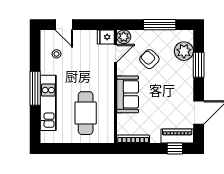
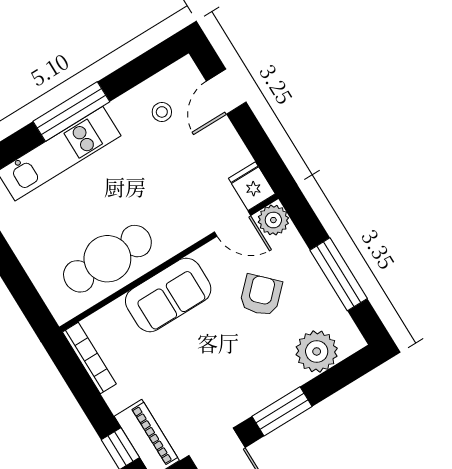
window: (199, 65) -> (282, 411), moved
cafe table: (86, 113) -> (107, 259), moved

